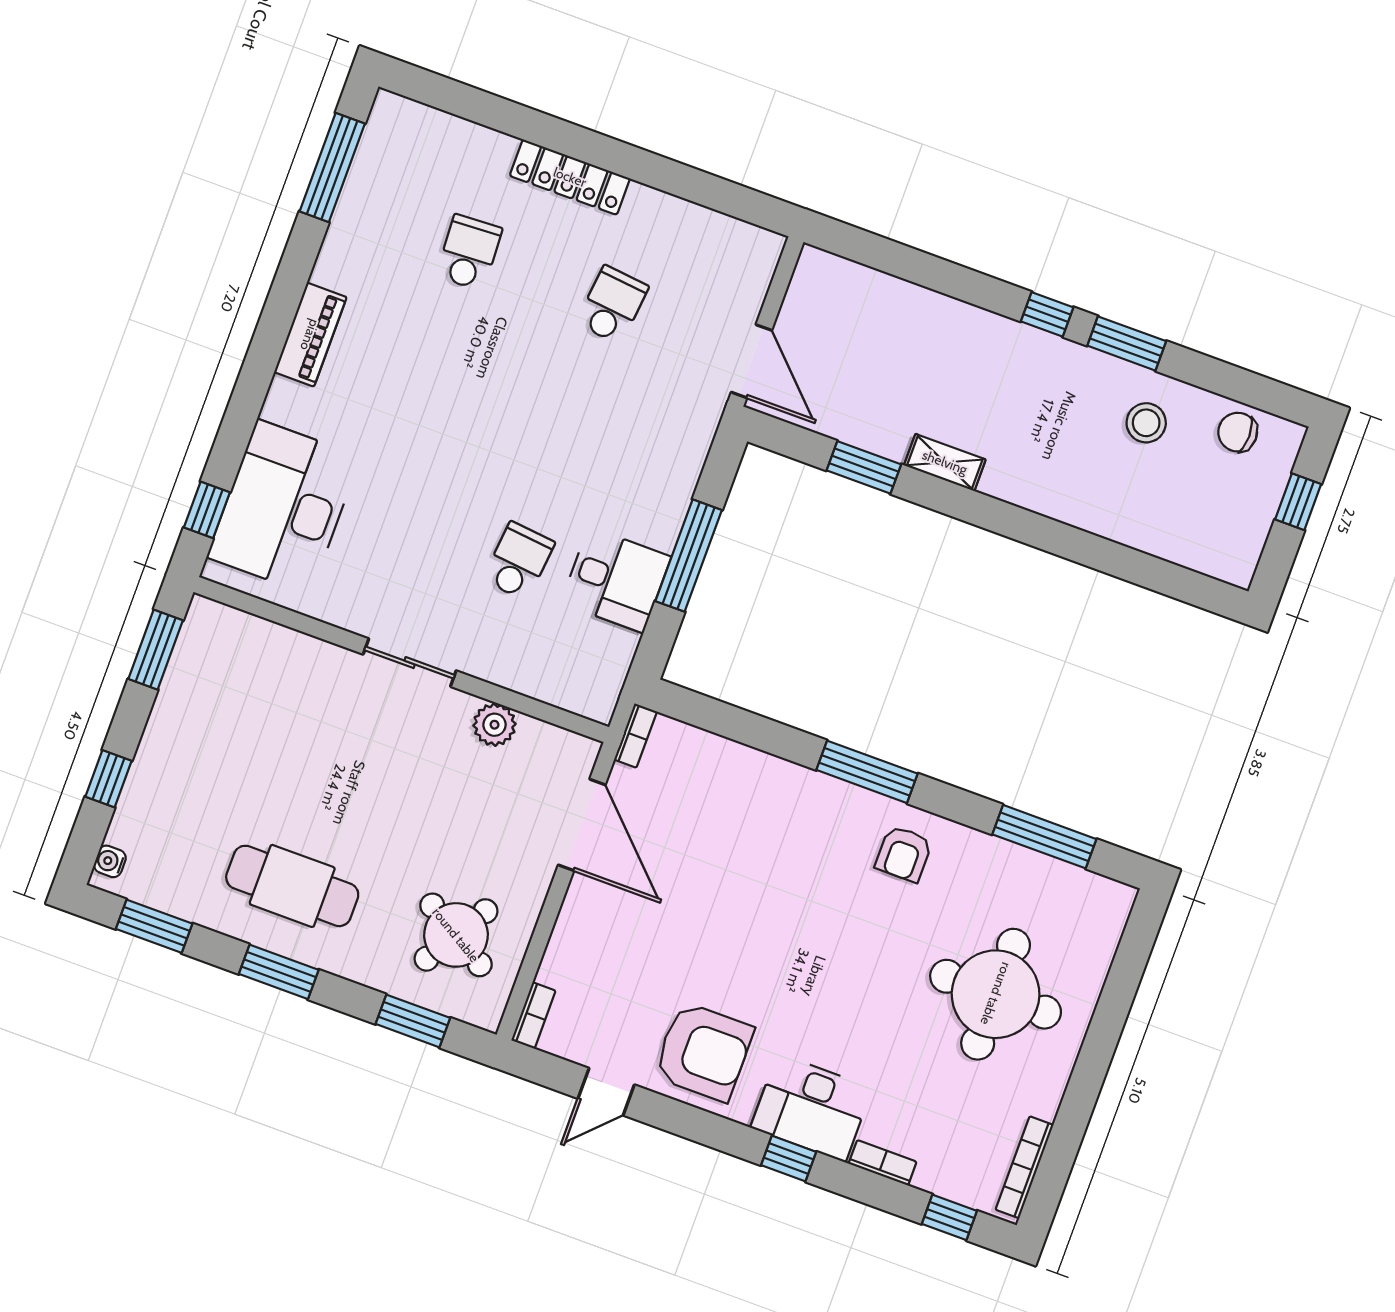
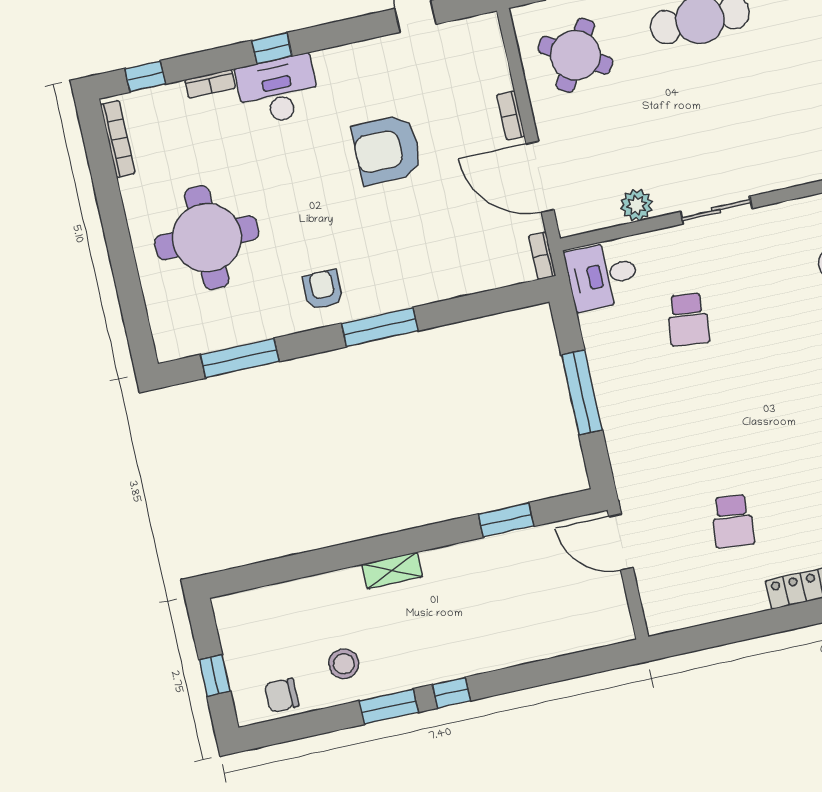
chair: (1238, 432) -> (282, 695), turned 180
shelving: (945, 462) -> (392, 571), moved
desk: (616, 580) -> (602, 276), moved
bookcase: (533, 1016) -> (511, 116), moved
armchair: (703, 1052) -> (387, 150), moved

